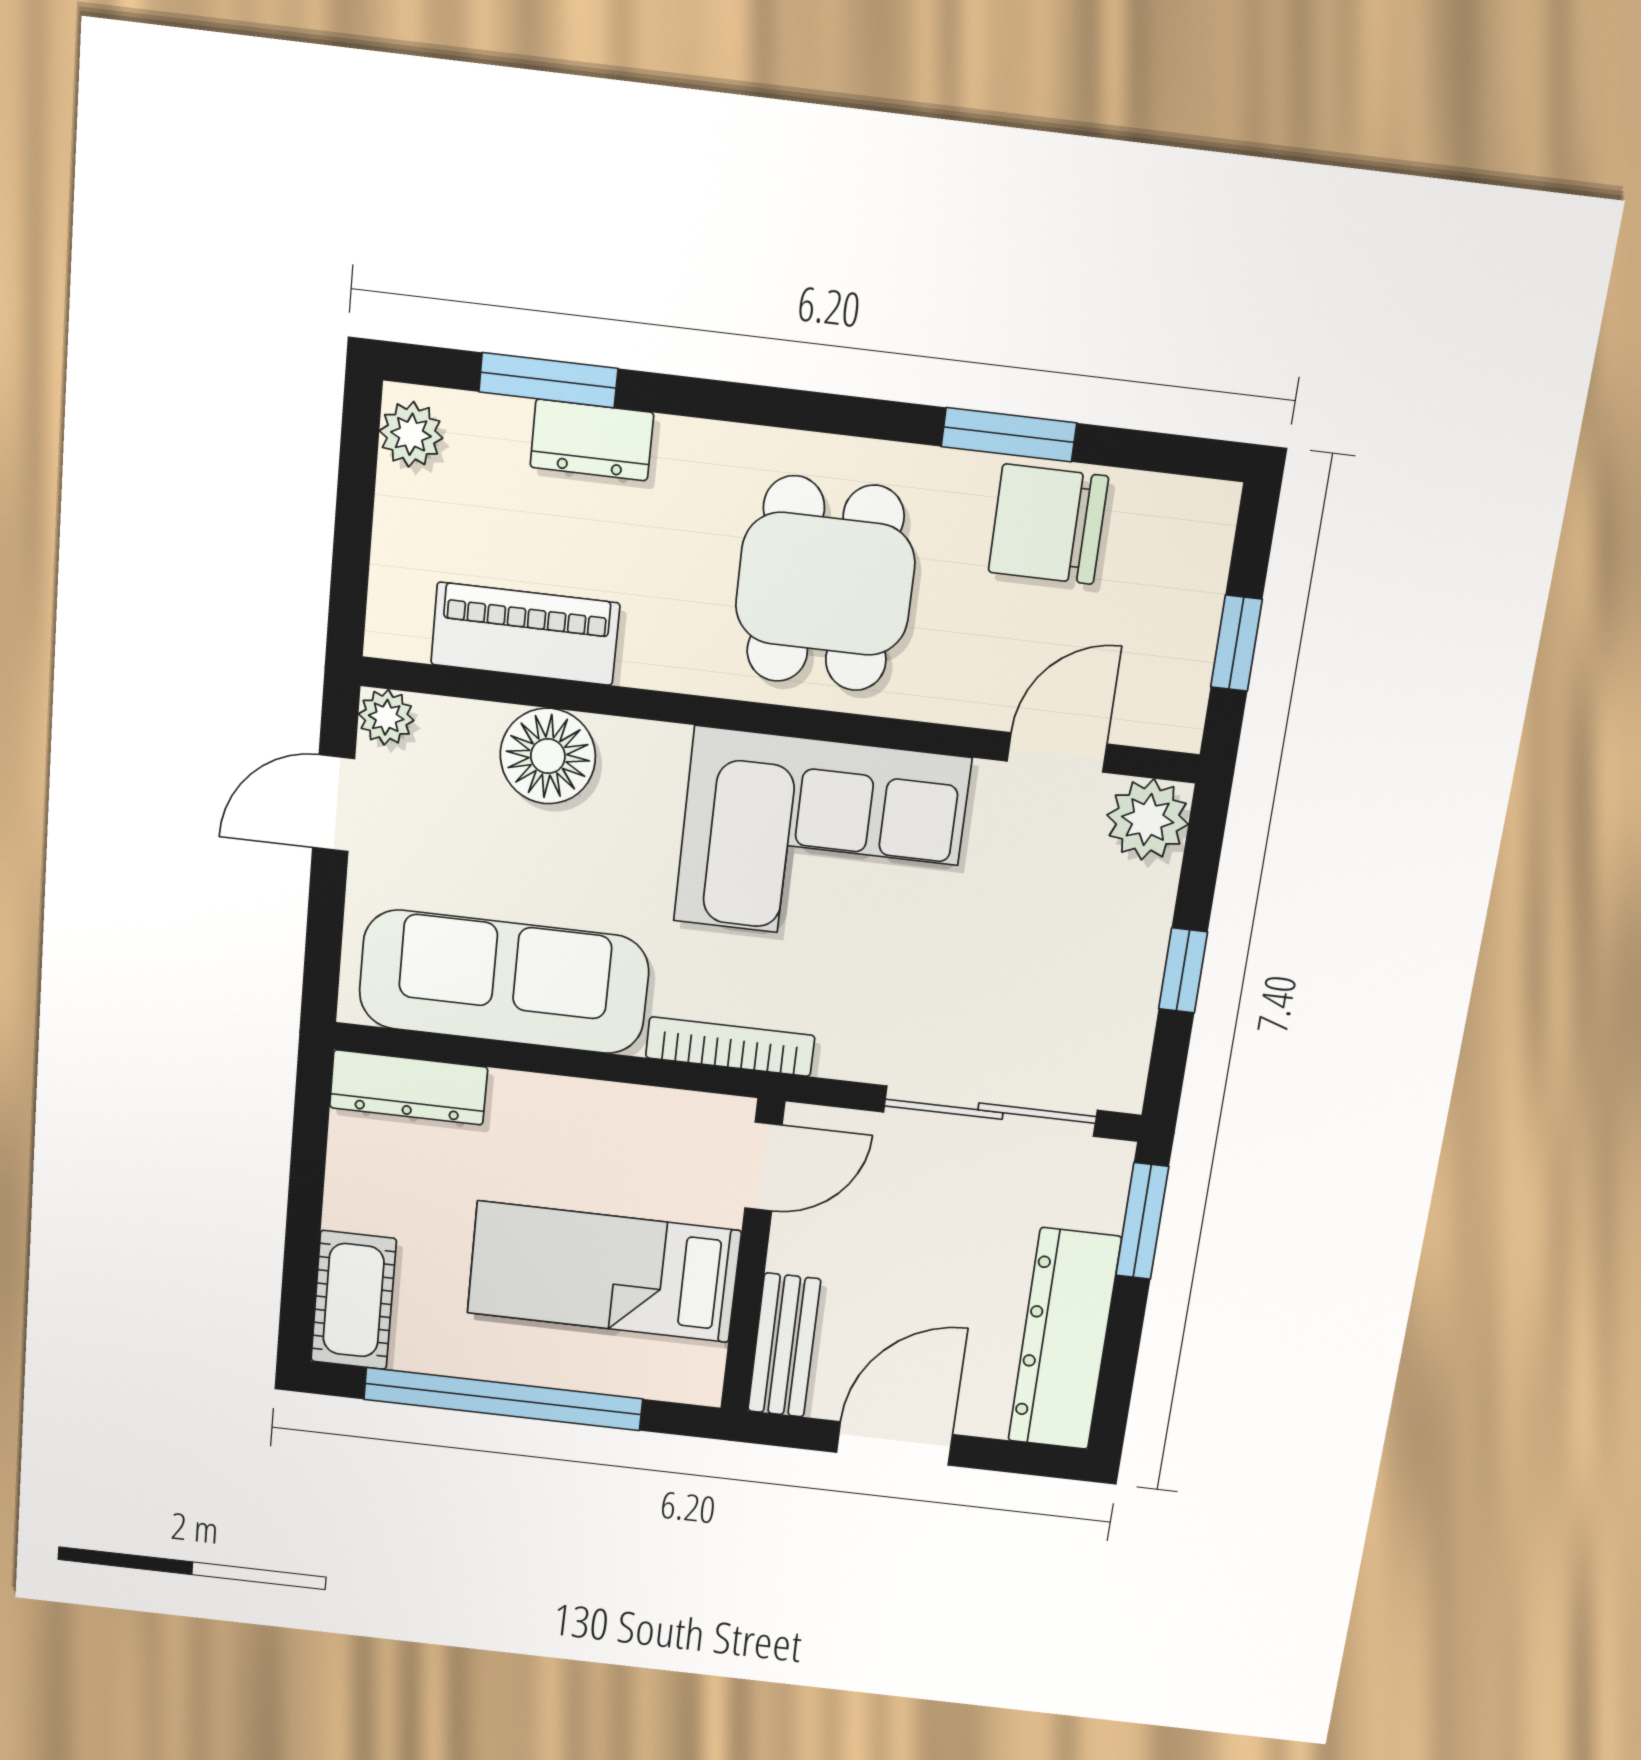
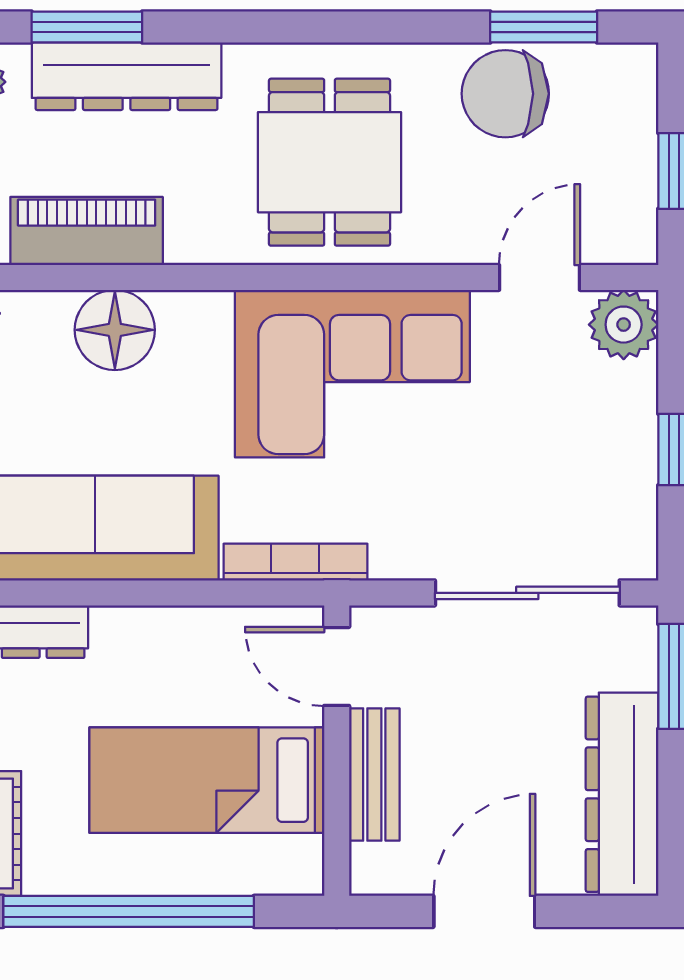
window: (1009, 435) -> (544, 27), moved
dresser: (592, 440) -> (127, 76), width x1.96, depth x1.24
door: (763, 1167) -> (337, 666), swing flipped
bench: (784, 1345) -> (374, 775), moved

